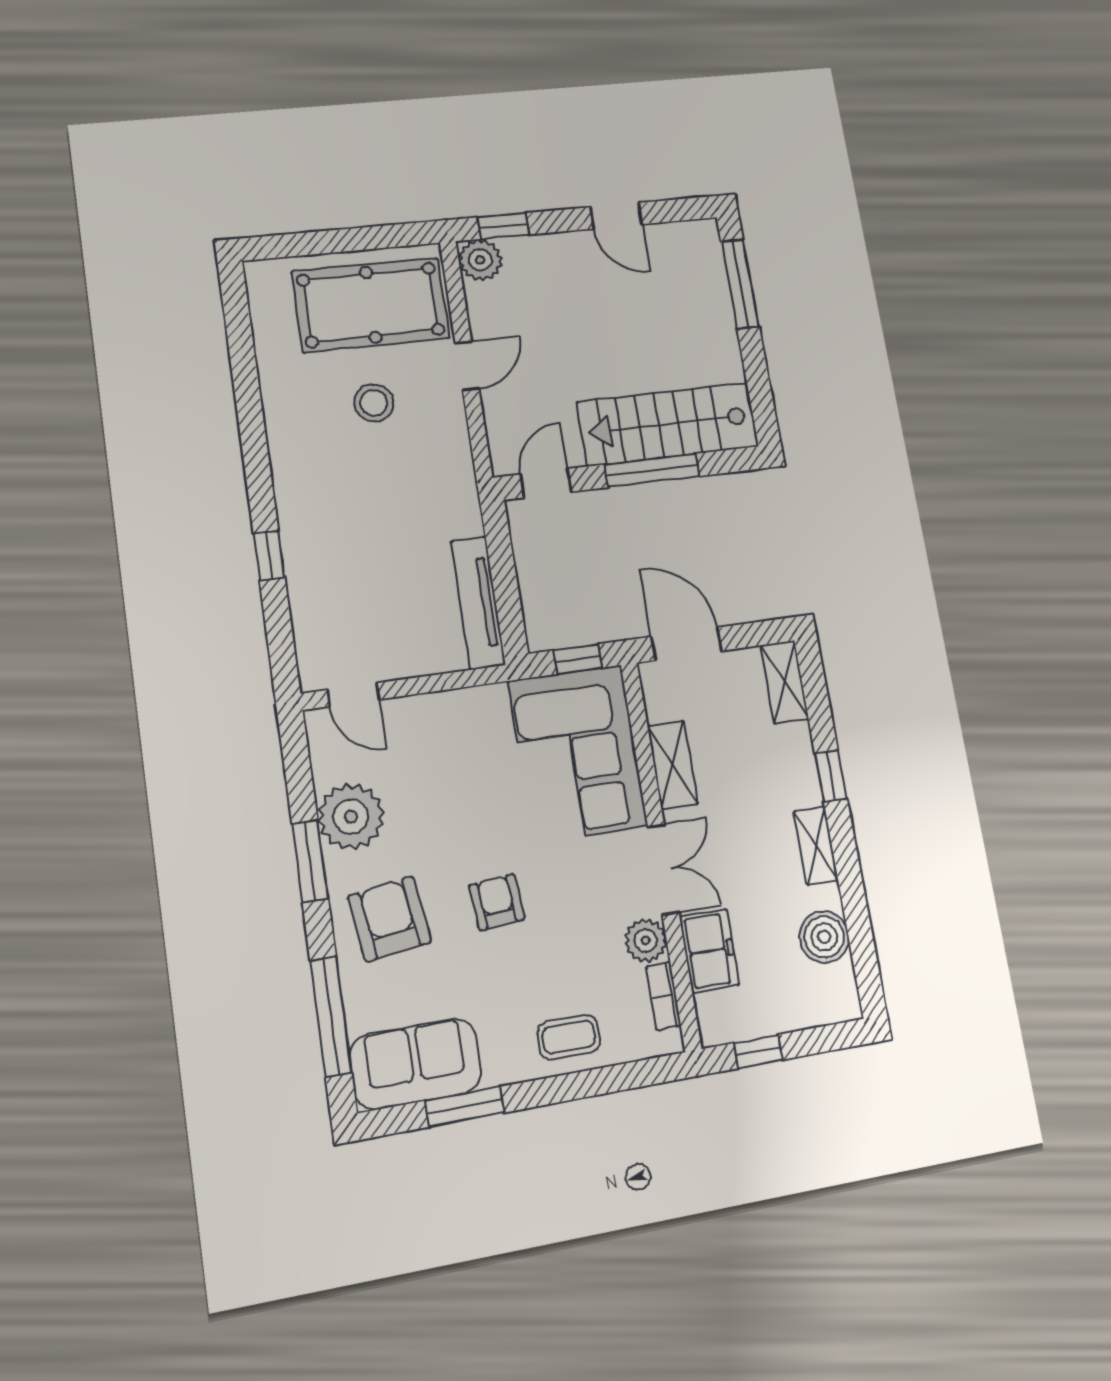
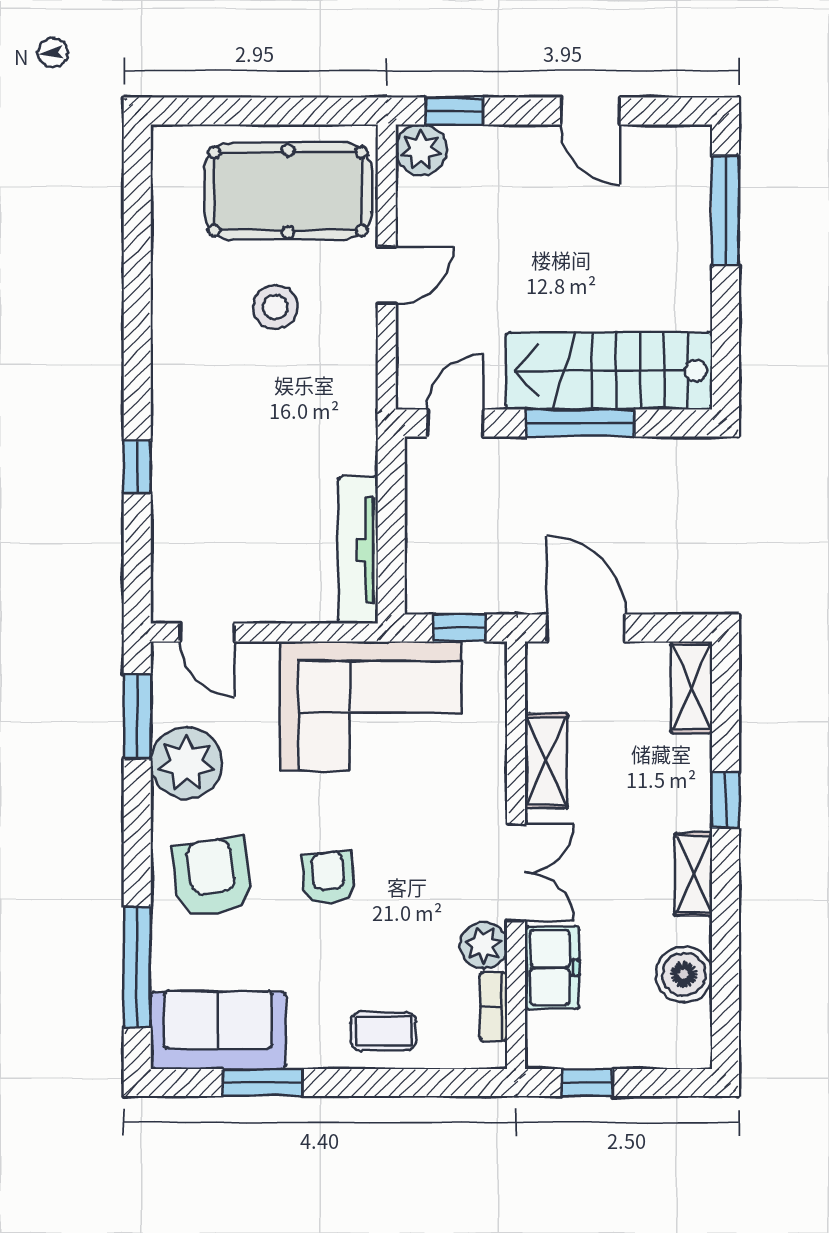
corner sofa: (578, 753) -> (371, 706), moved, turned -90
window: (310, 861) -> (137, 717), moved

